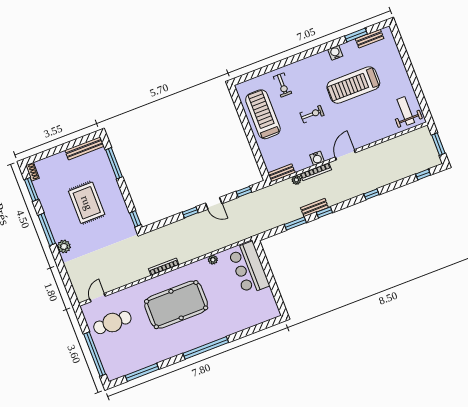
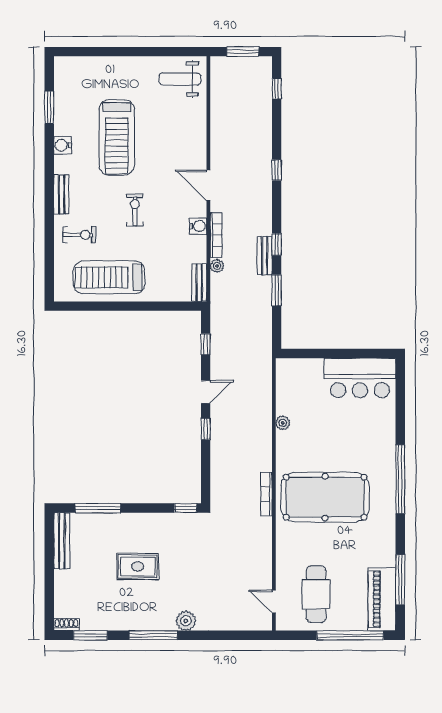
bench: (370, 39) -> (61, 194), moved
rug: (87, 203) -> (138, 566), width x0.73, depth x0.70
bar counter: (249, 268) -> (360, 378), moved
pool table: (176, 305) -> (325, 497), turned 90
piano: (125, 365) -> (382, 599), added

